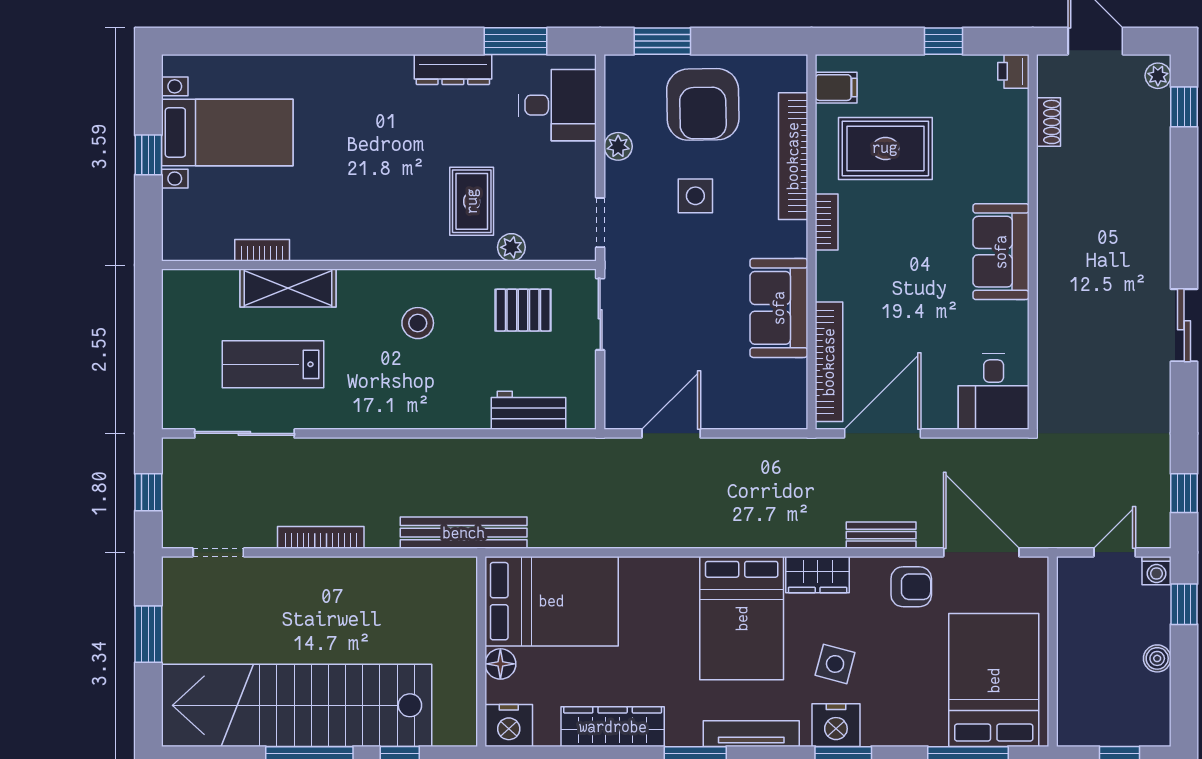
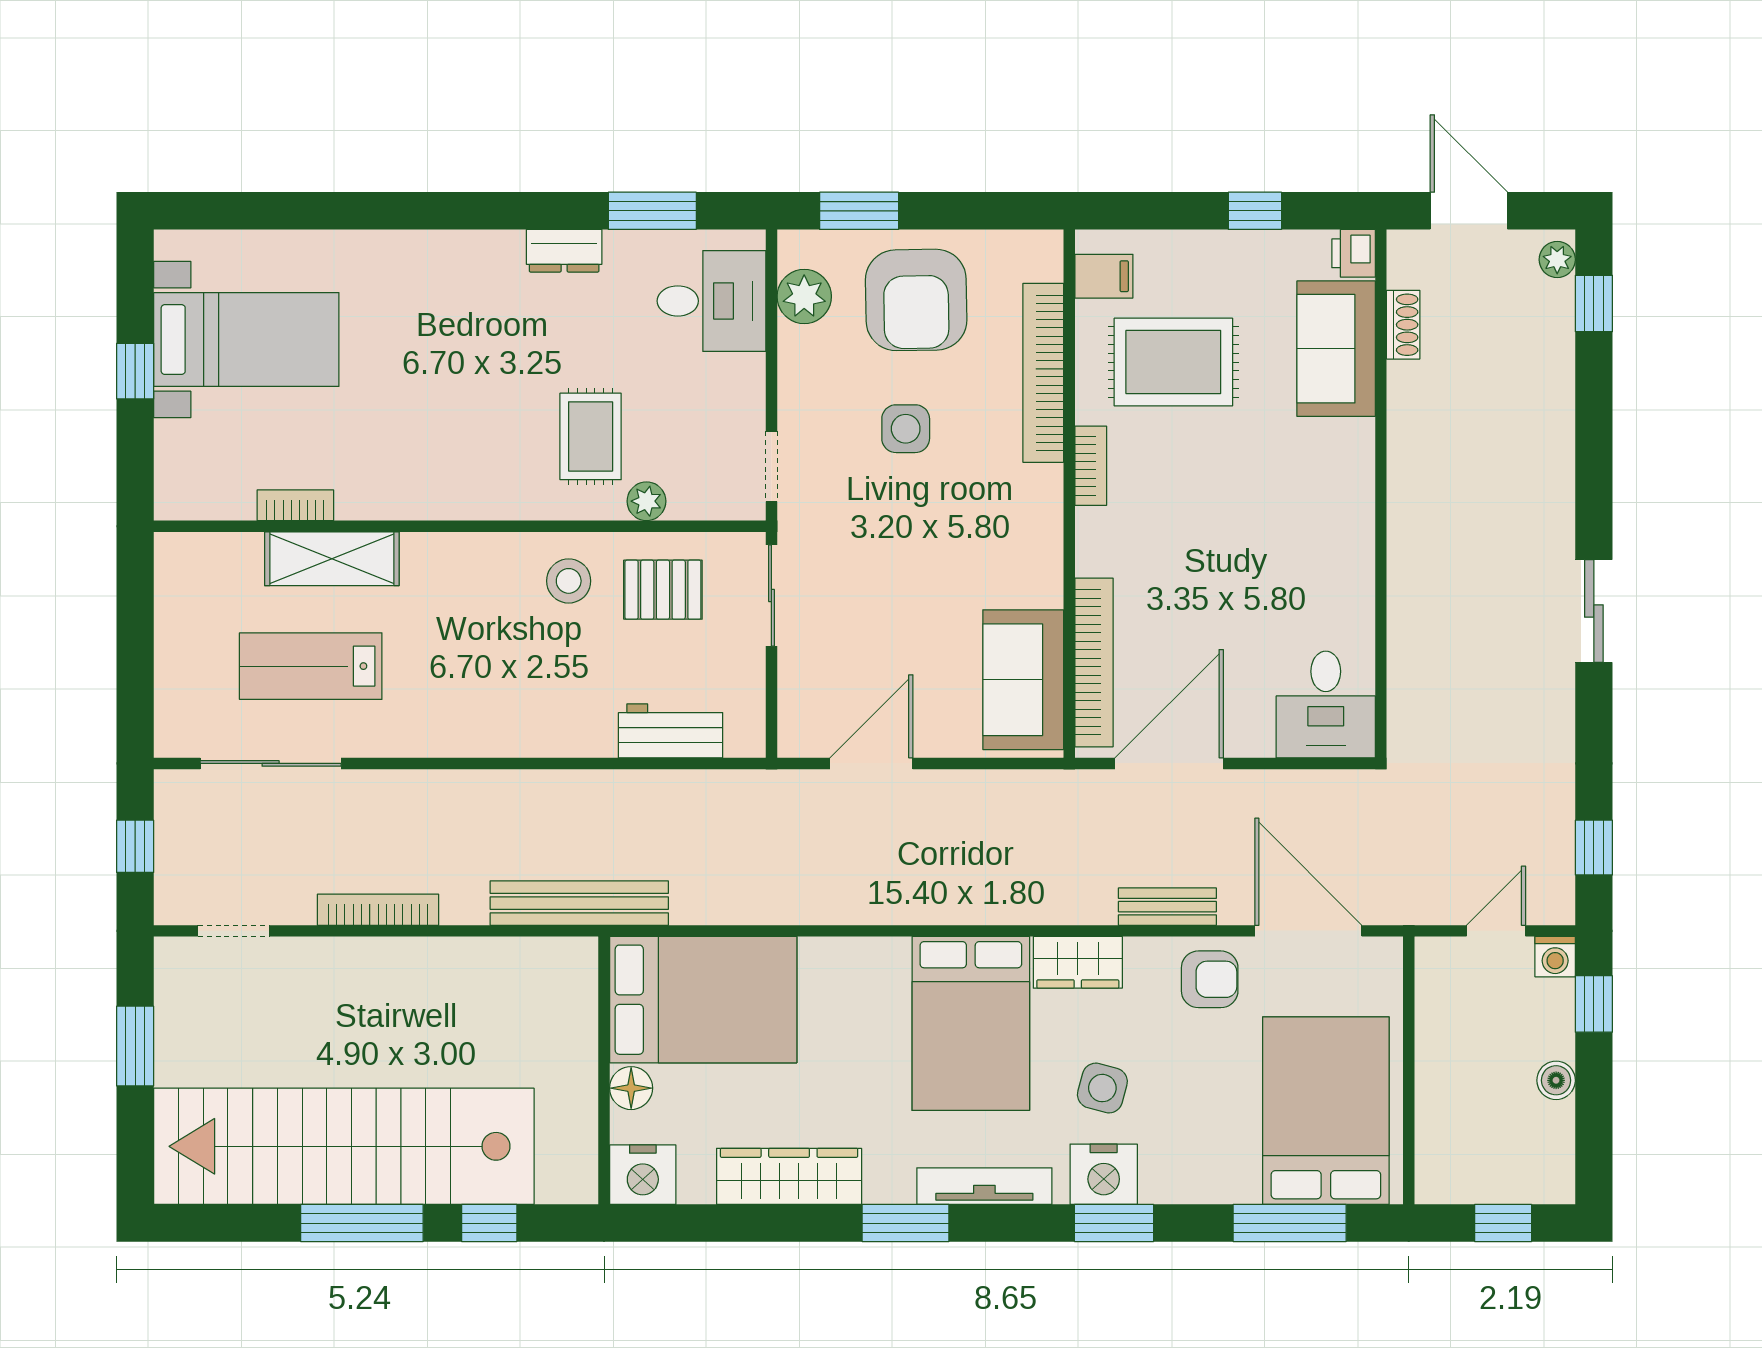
dresser: (453, 69) -> (564, 251), width x0.70
plant: (618, 146) -> (804, 296), moved, width x1.38, depth x1.38
sofa: (1001, 252) -> (1336, 349), moved
sofa: (779, 308) -> (1023, 680), moved
stool: (418, 323) -> (569, 581), moved

